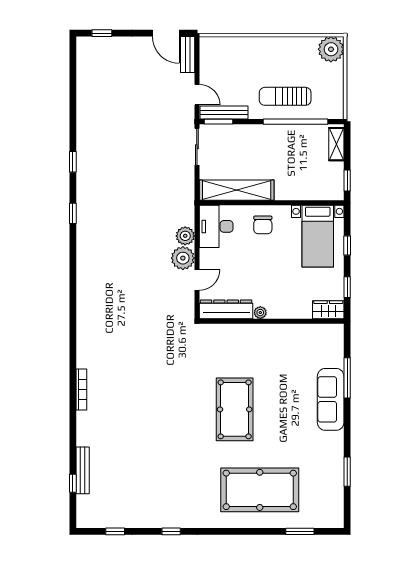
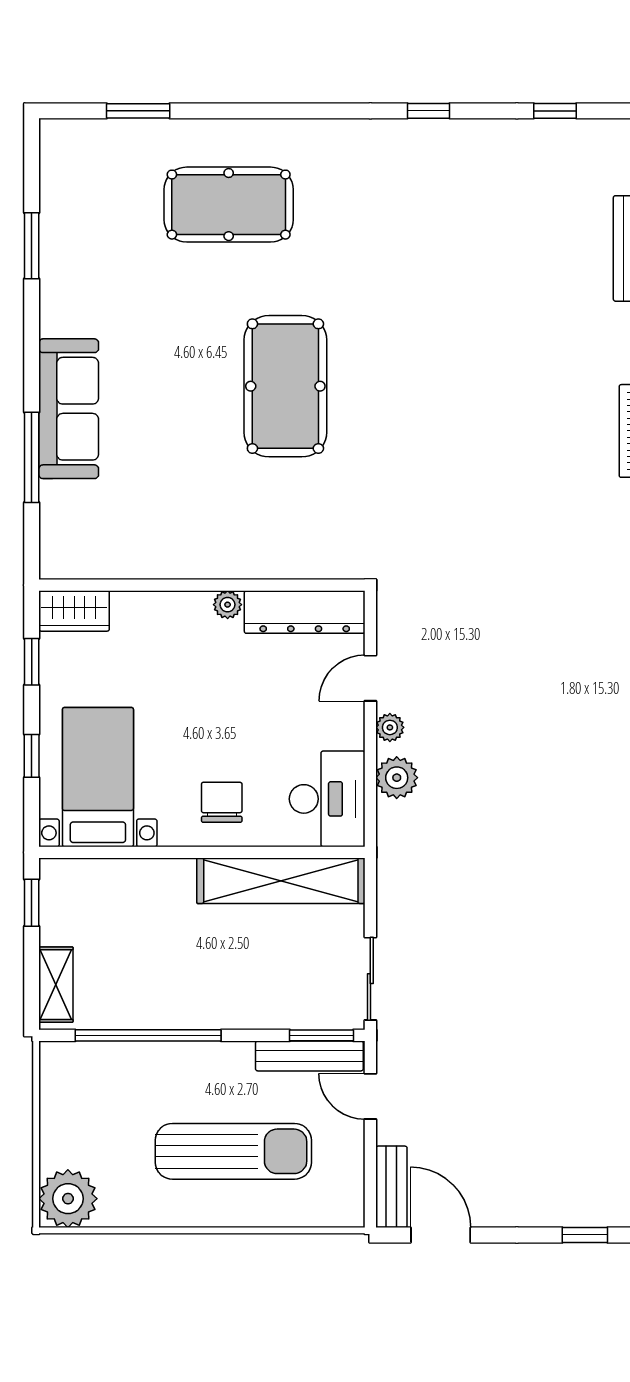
sun lounger: (285, 96) -> (233, 1151), moved, width x1.36, depth x1.34
plant: (183, 258) -> (390, 727), width x0.53, depth x0.53
pool table: (260, 490) -> (229, 205), width x0.73, depth x0.76

